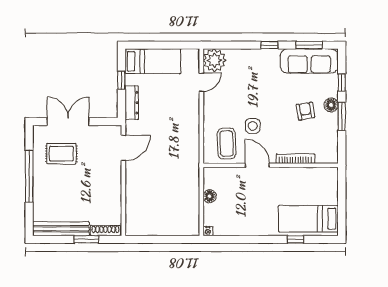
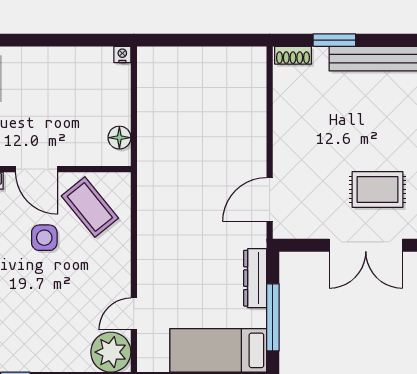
window: (121, 80) -> (273, 317), width x2.17
coffee table: (227, 144) -> (90, 207), turned -37
floor lamp: (210, 196) -> (119, 138), moved
shoe rack: (105, 231) -> (293, 55), width x0.70

